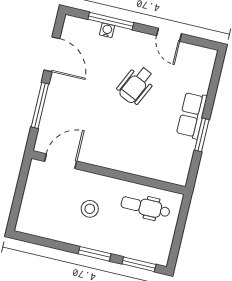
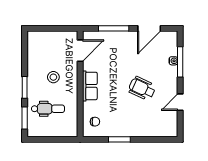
row of seats: (192, 115) -> (90, 86), moved, turned 90
door: (61, 161) -> (80, 51), hinge flipped
chair: (168, 164) -> (95, 122), added
dental chair: (146, 207) -> (48, 109), moved, turned 90

